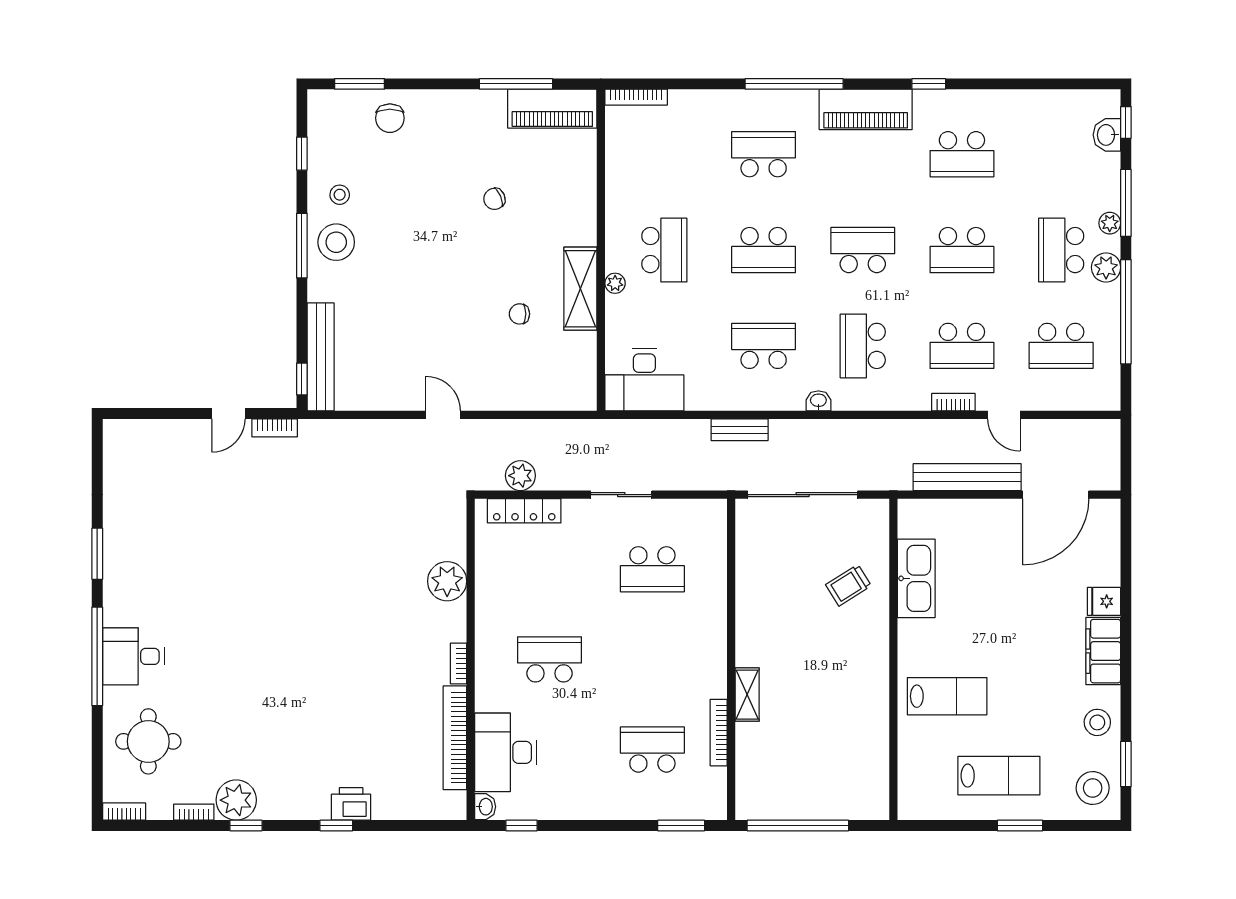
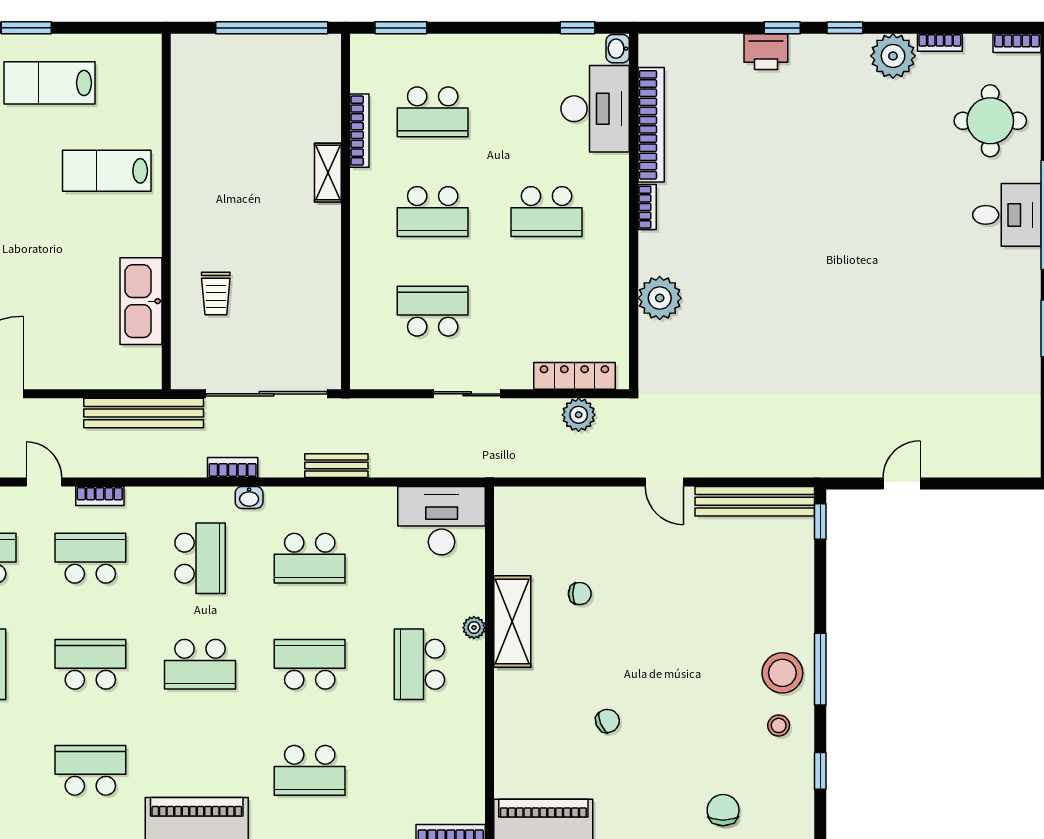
bench: (321, 357) -> (755, 501), moved, turned 90
bookcase: (275, 428) -> (233, 468), moved
bench: (967, 477) -> (144, 413), moved
trolley: (848, 585) -> (216, 294), turned 122
school desk: (652, 659) -> (433, 212), added
window: (246, 826) -> (845, 28), moved

